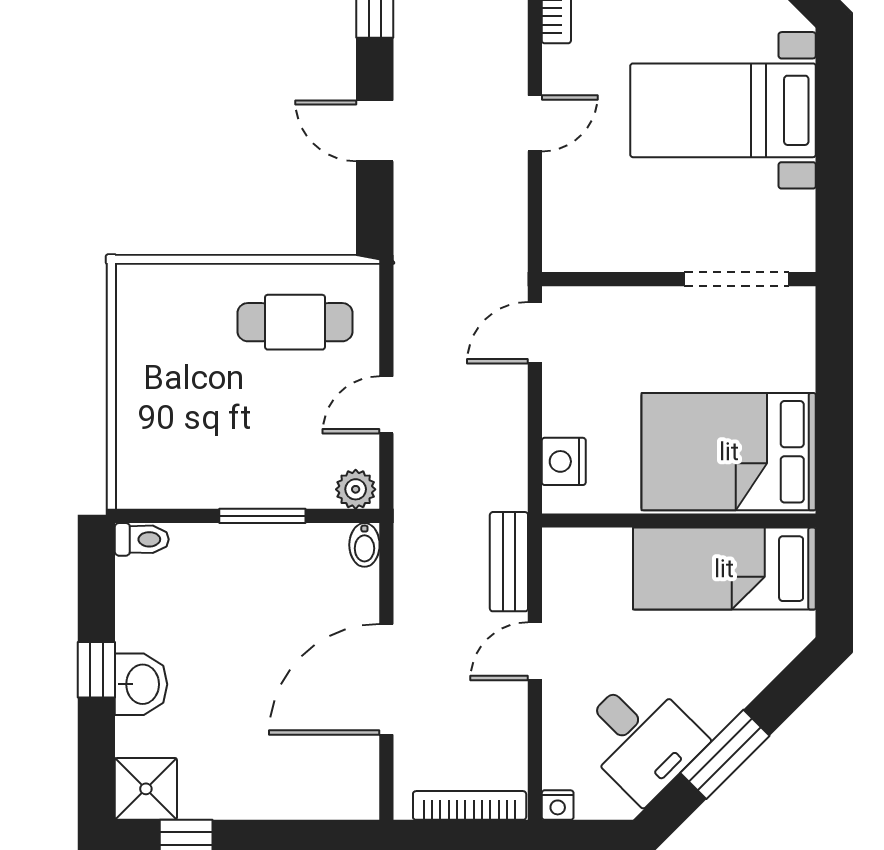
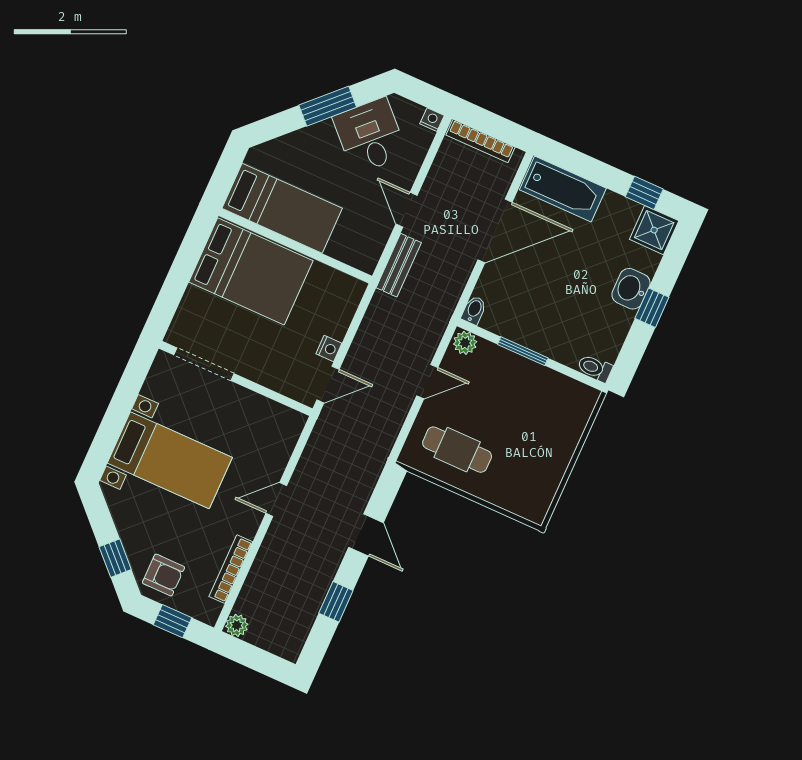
nightstand: (564, 461) -> (329, 348), moved, width x0.72, depth x0.74
door: (535, 651) -> (407, 210), swing flipped
bathtub: (312, 789) -> (563, 189), added

